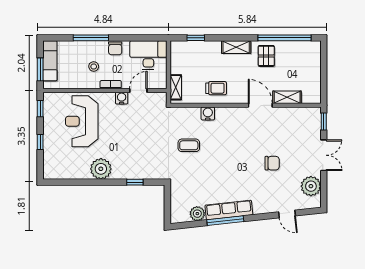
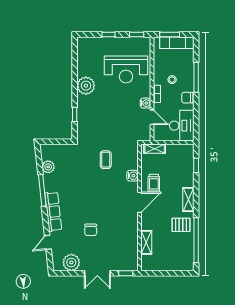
door: (260, 105) -> (139, 202), moved
reception desk: (82, 121) -> (126, 69), turned 180
row of seats: (229, 210) -> (53, 212), moved

